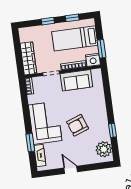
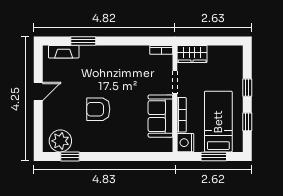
window: (101, 49) -> (214, 156), moved
wardrobe: (28, 58) -> (192, 54), width x0.67
corner sofa: (45, 123) -> (108, 65), removed
armchair: (78, 125) -> (98, 109), turned -70
window: (112, 130) -> (70, 156), moved

